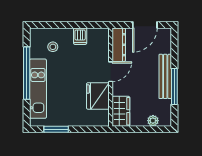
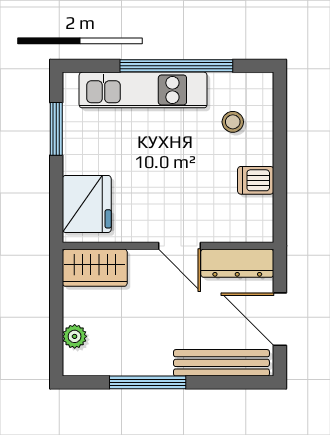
bench: (165, 76) -> (221, 363), moved
fridge: (98, 96) -> (87, 204), moved, turned 90

